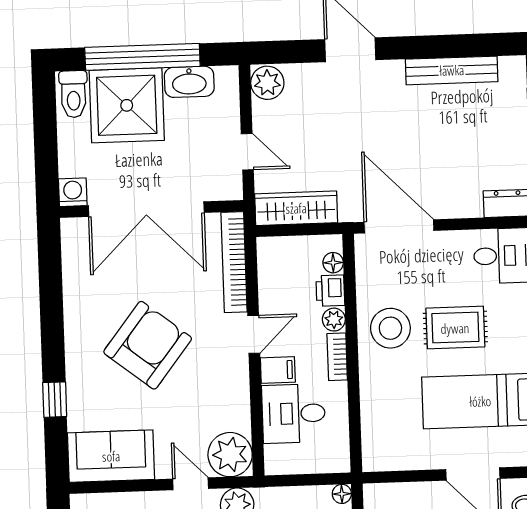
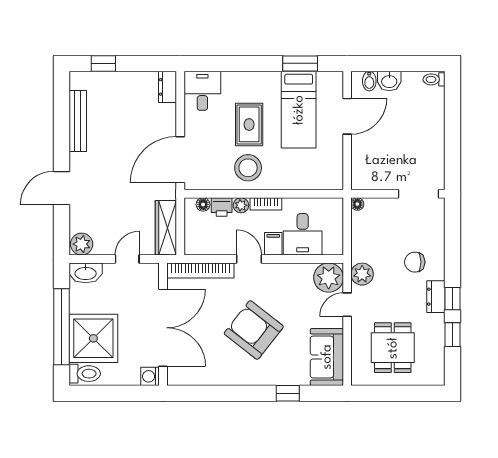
washbasin: (189, 82) -> (86, 273), moved, turned 90

